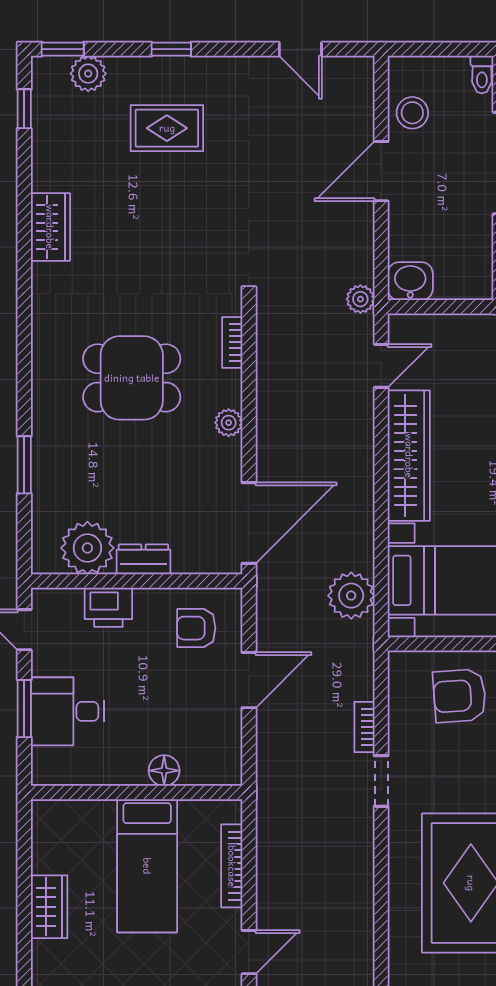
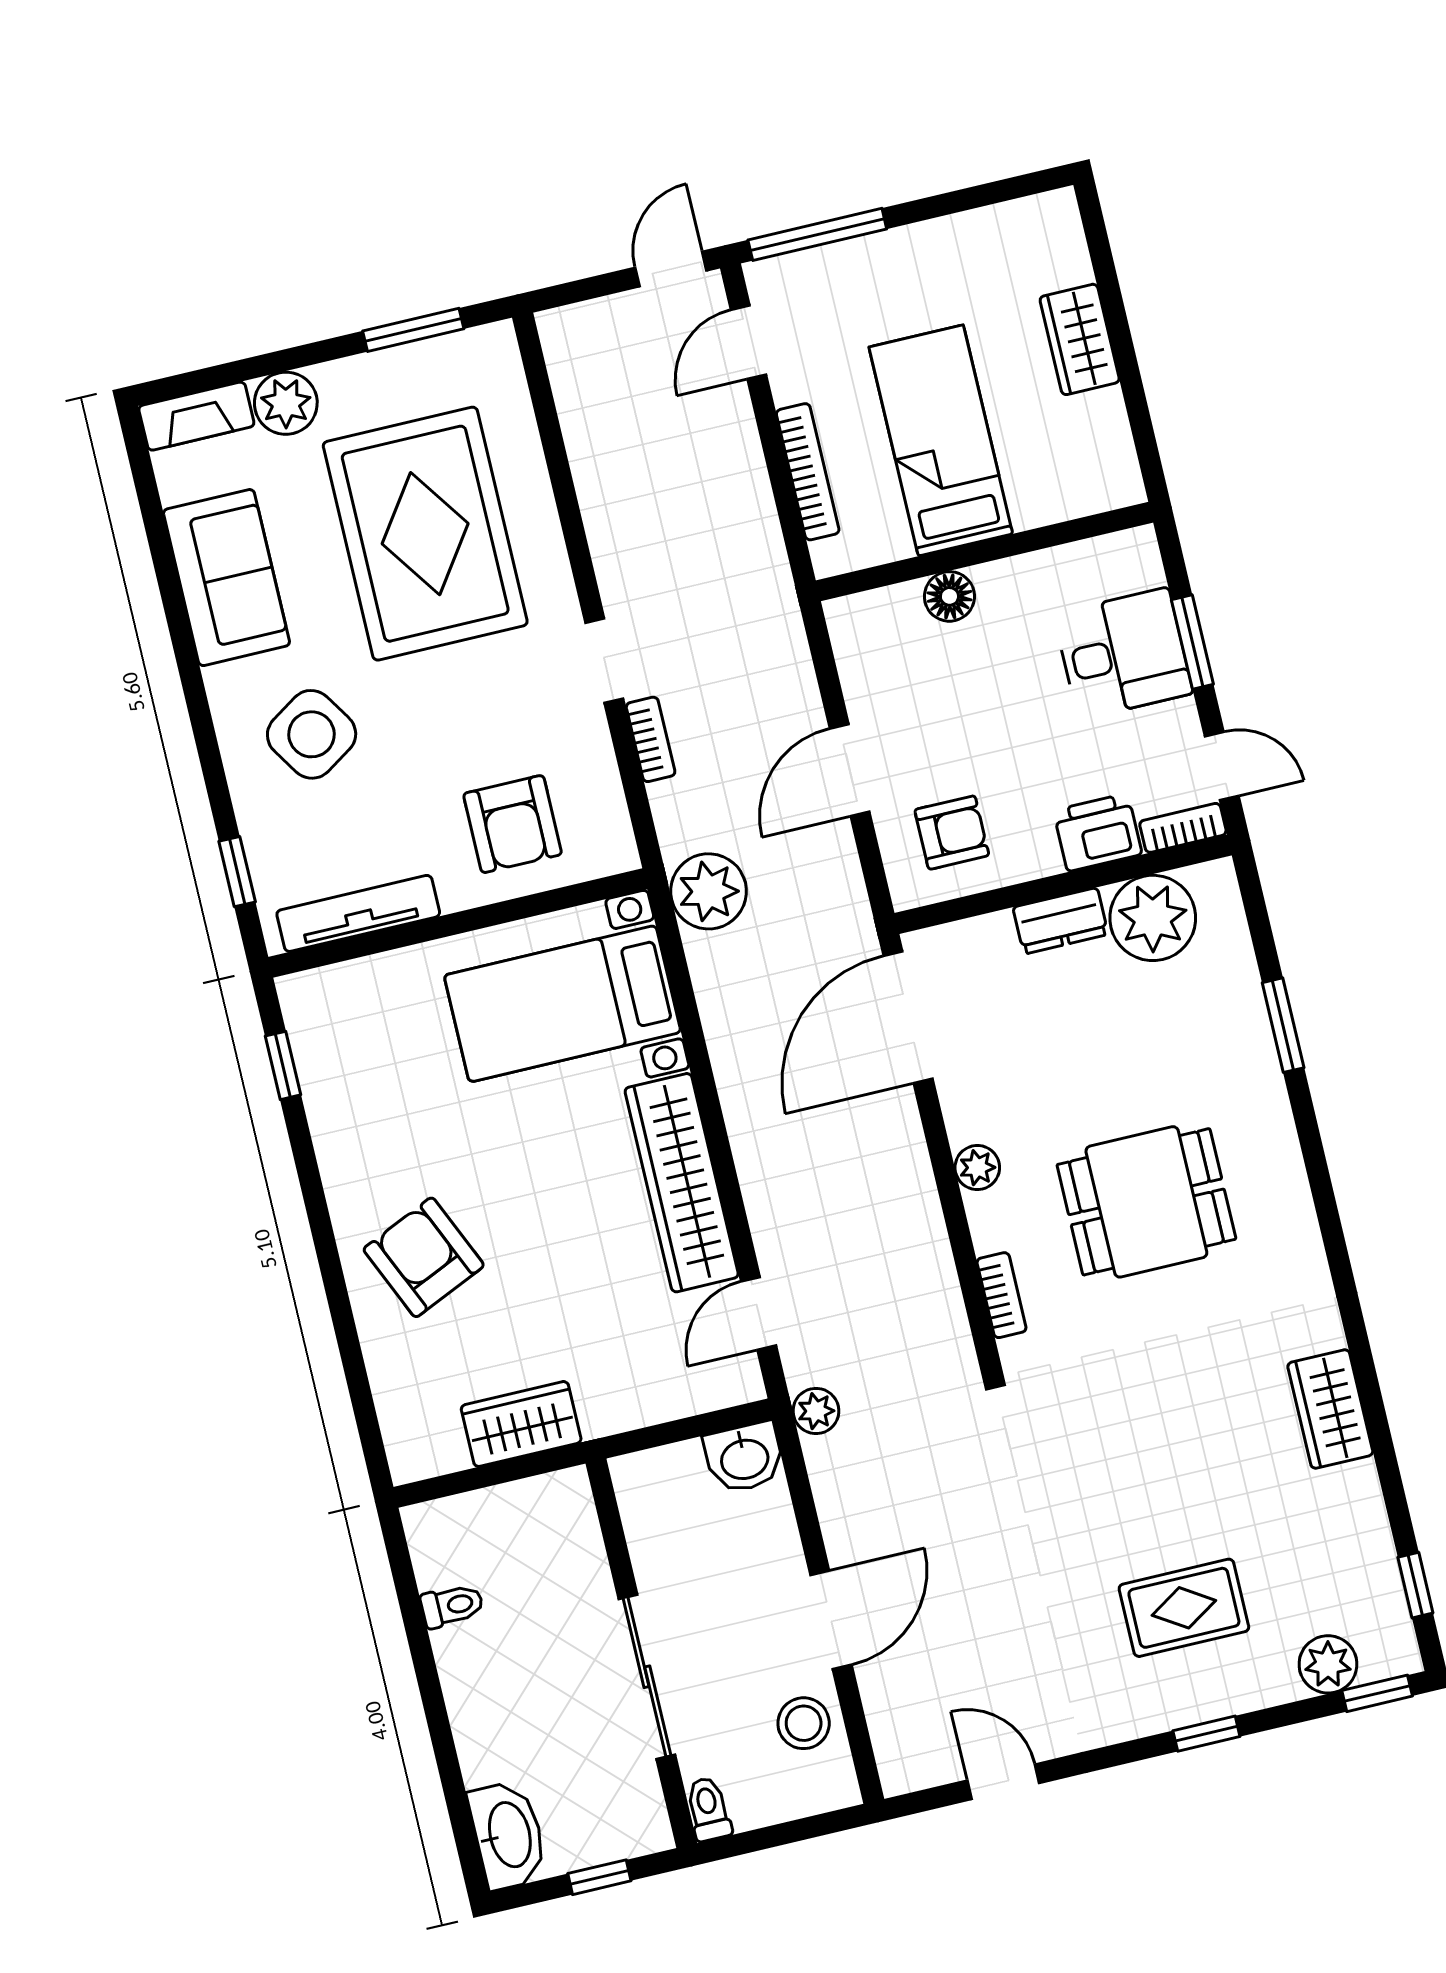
plant: (351, 596) -> (709, 891), moved
bookcase: (56, 598) -> (1183, 828), added
armchair: (460, 696) -> (513, 824), turned 94

